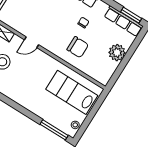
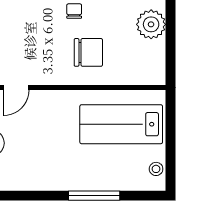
window: (54, 130) -> (94, 196), moved

